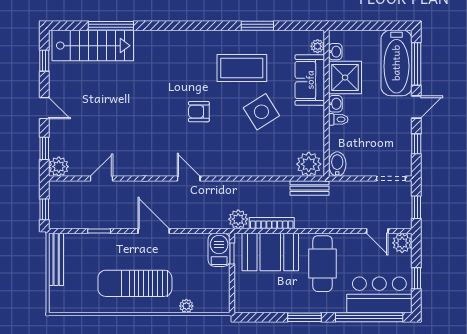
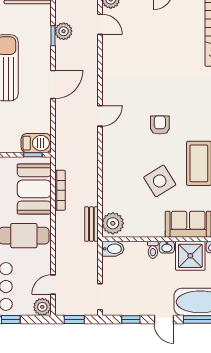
door: (101, 179) -> (100, 24), moved
plant: (238, 219) -> (64, 31), moved

